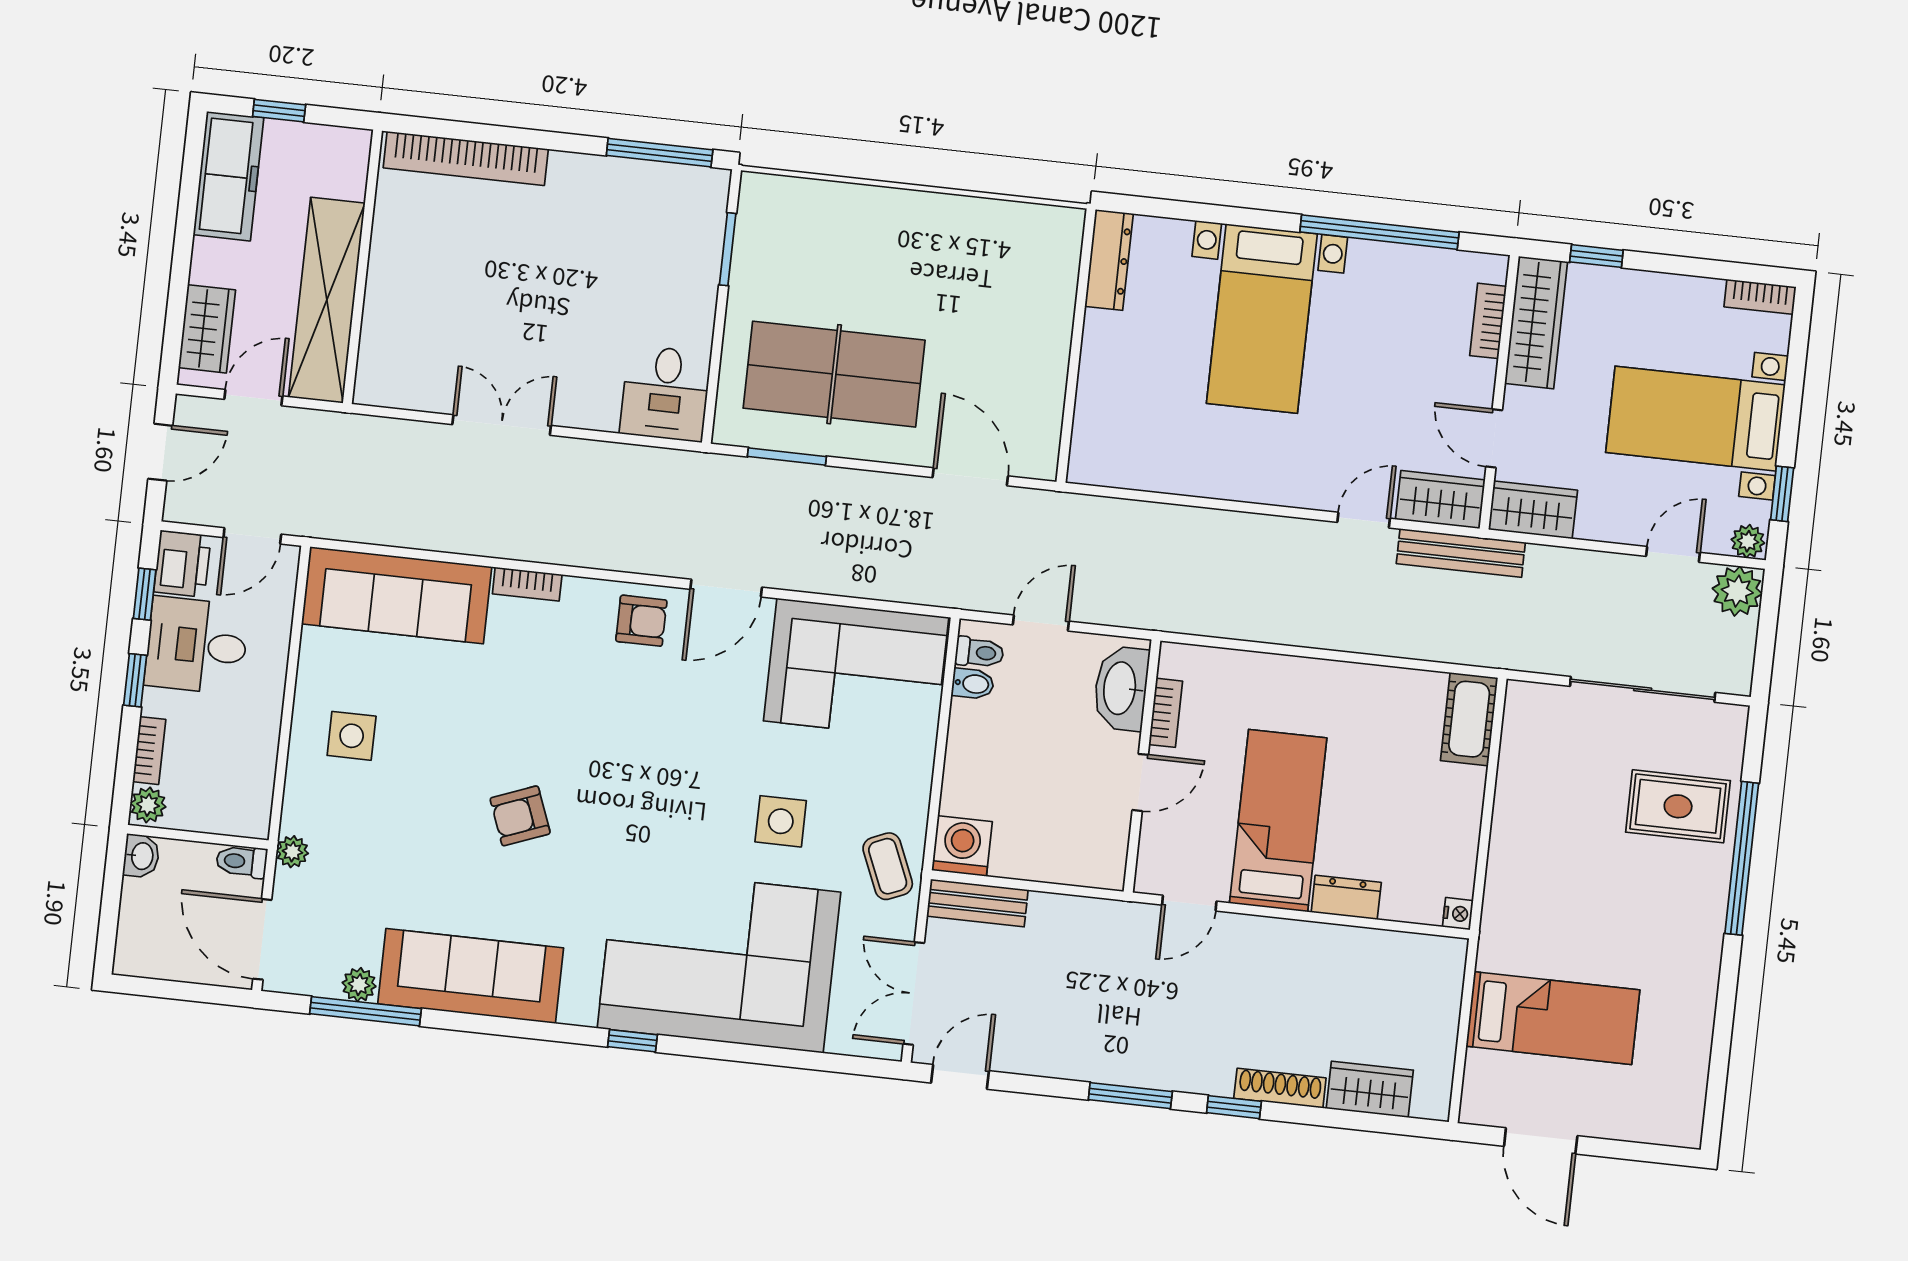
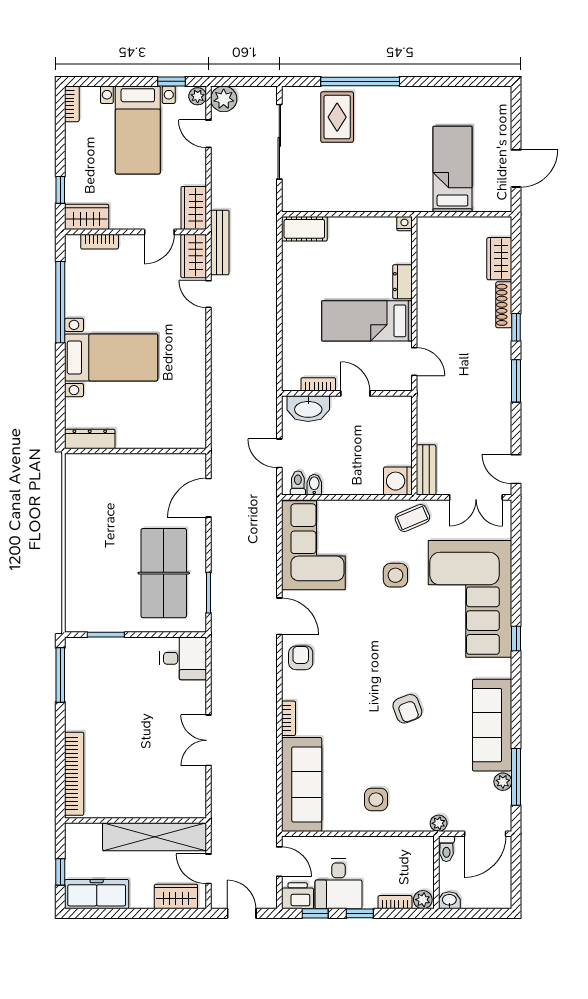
wardrobe: (1536, 323) -> (87, 217), width x0.67

